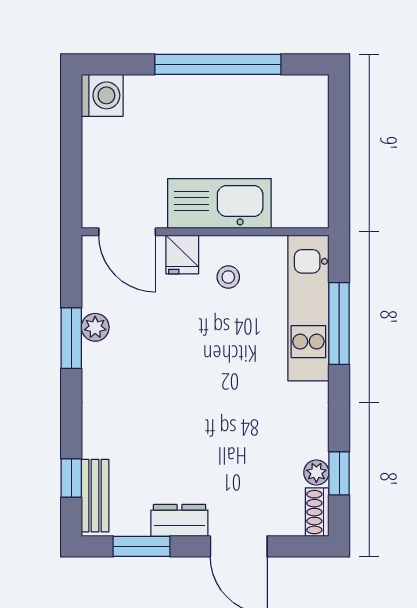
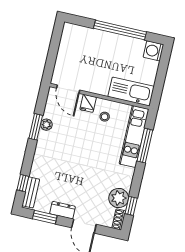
washing machine: (102, 95) -> (153, 51), moved, turned 180
kitchen sink: (219, 204) -> (131, 92), moved
plant: (316, 472) -> (119, 198), width x1.87, depth x1.87

